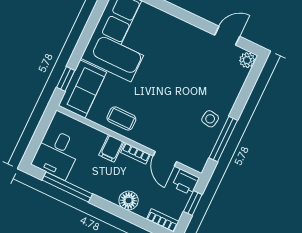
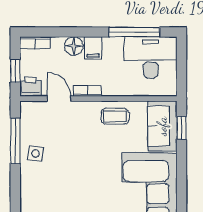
filing cabinet: (111, 148) -> (93, 48), moved, turned 180
desk: (57, 154) -> (151, 57), width x1.37

